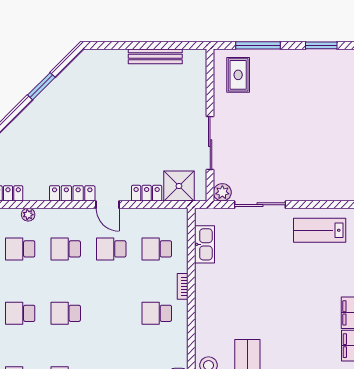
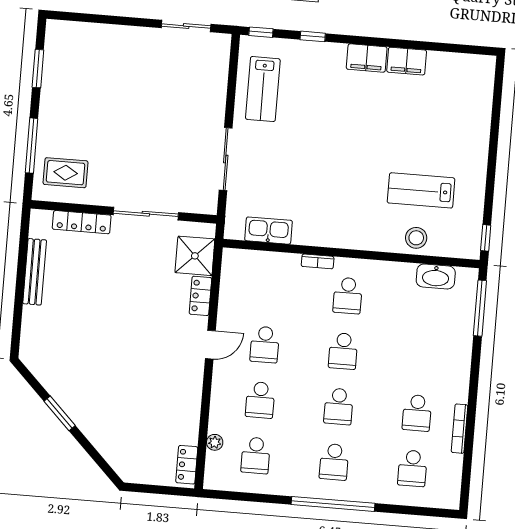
plant: (222, 192) -> (207, 204), removed
locker: (72, 193) -> (82, 222), moved, turned -90
school desk: (157, 249) -> (343, 351), moved

